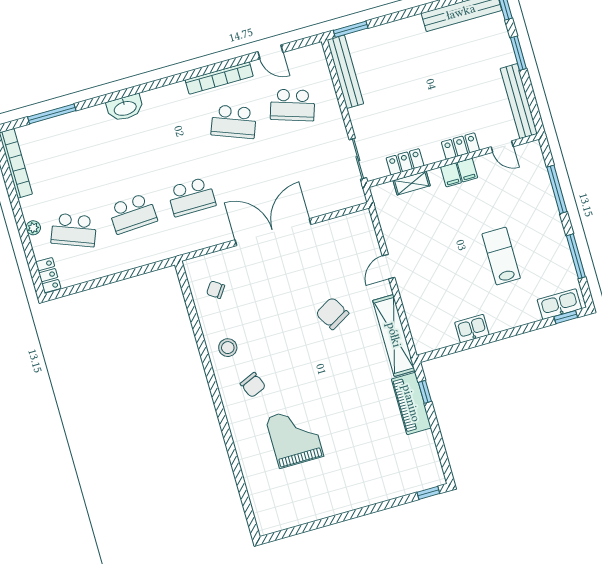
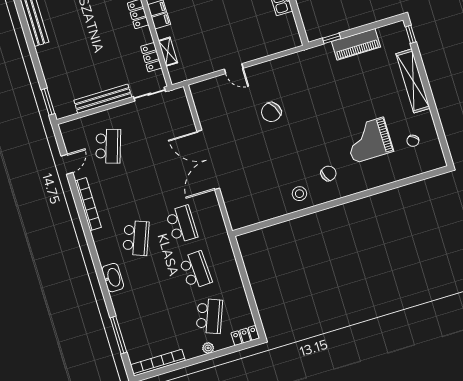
bench: (345, 72) -> (103, 99), moved
school desk: (234, 122) -> (136, 238), moved
chair: (216, 290) -> (413, 141), moved
shelving: (394, 335) -> (413, 81), moved, turned 90
piano: (411, 403) -> (356, 44), moved

